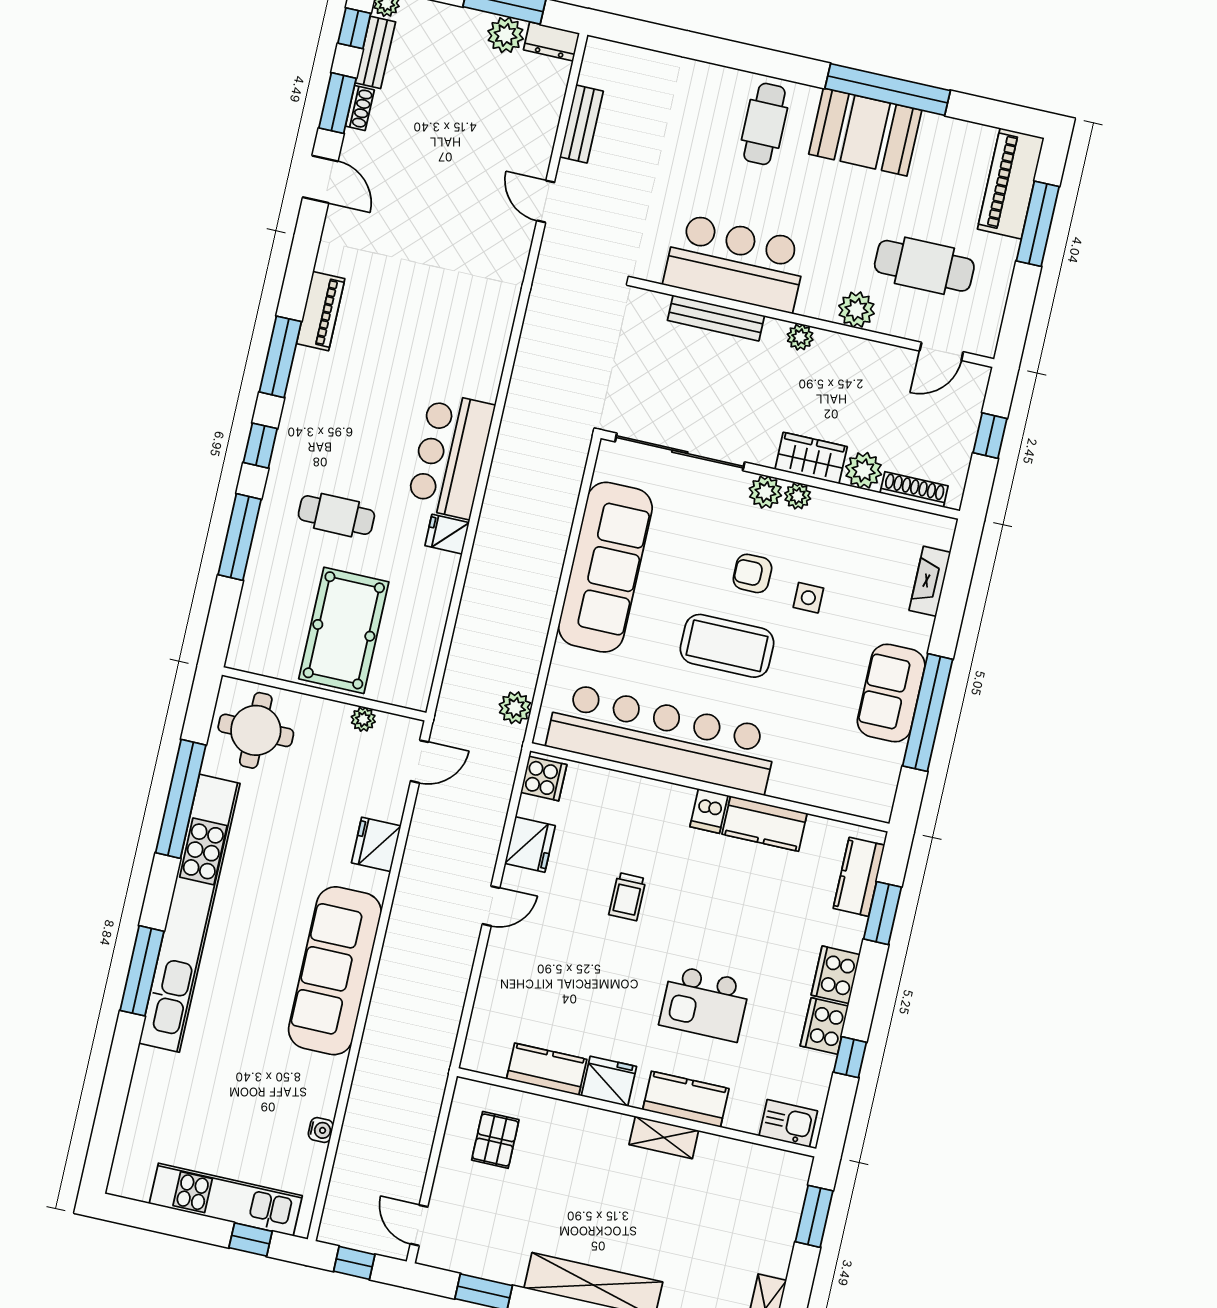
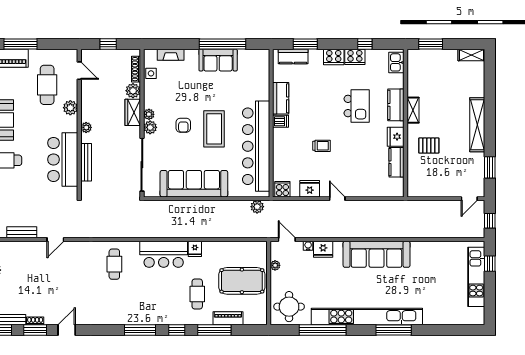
piano: (321, 311) -> (228, 318), moved
cafe table: (454, 331) -> (114, 264), added
side table: (808, 598) -> (151, 73), moved
water cooler: (321, 1130) -> (308, 246), moved
pallet: (495, 1140) -> (429, 146), moved

